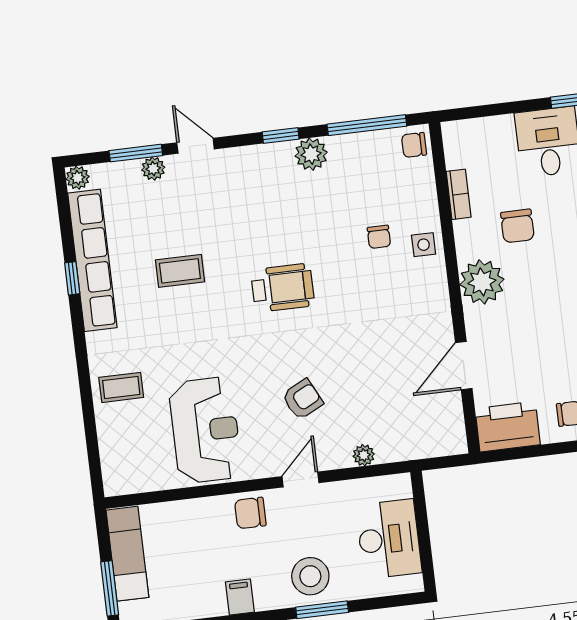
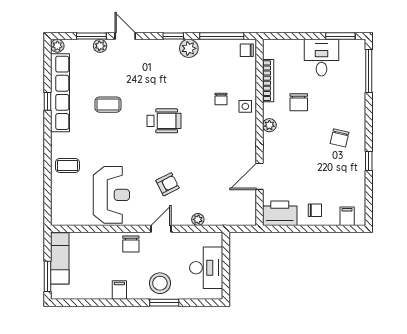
bookcase: (459, 194) -> (268, 81), width x1.56
plant: (482, 282) -> (269, 125), width x0.53, depth x0.53
chair: (250, 513) -> (131, 244), turned -90

